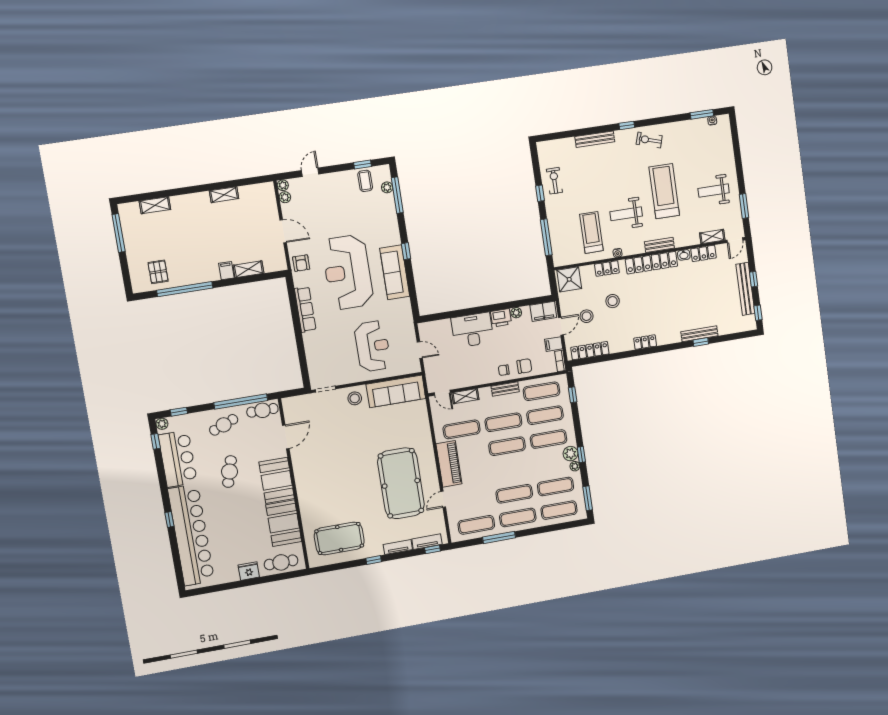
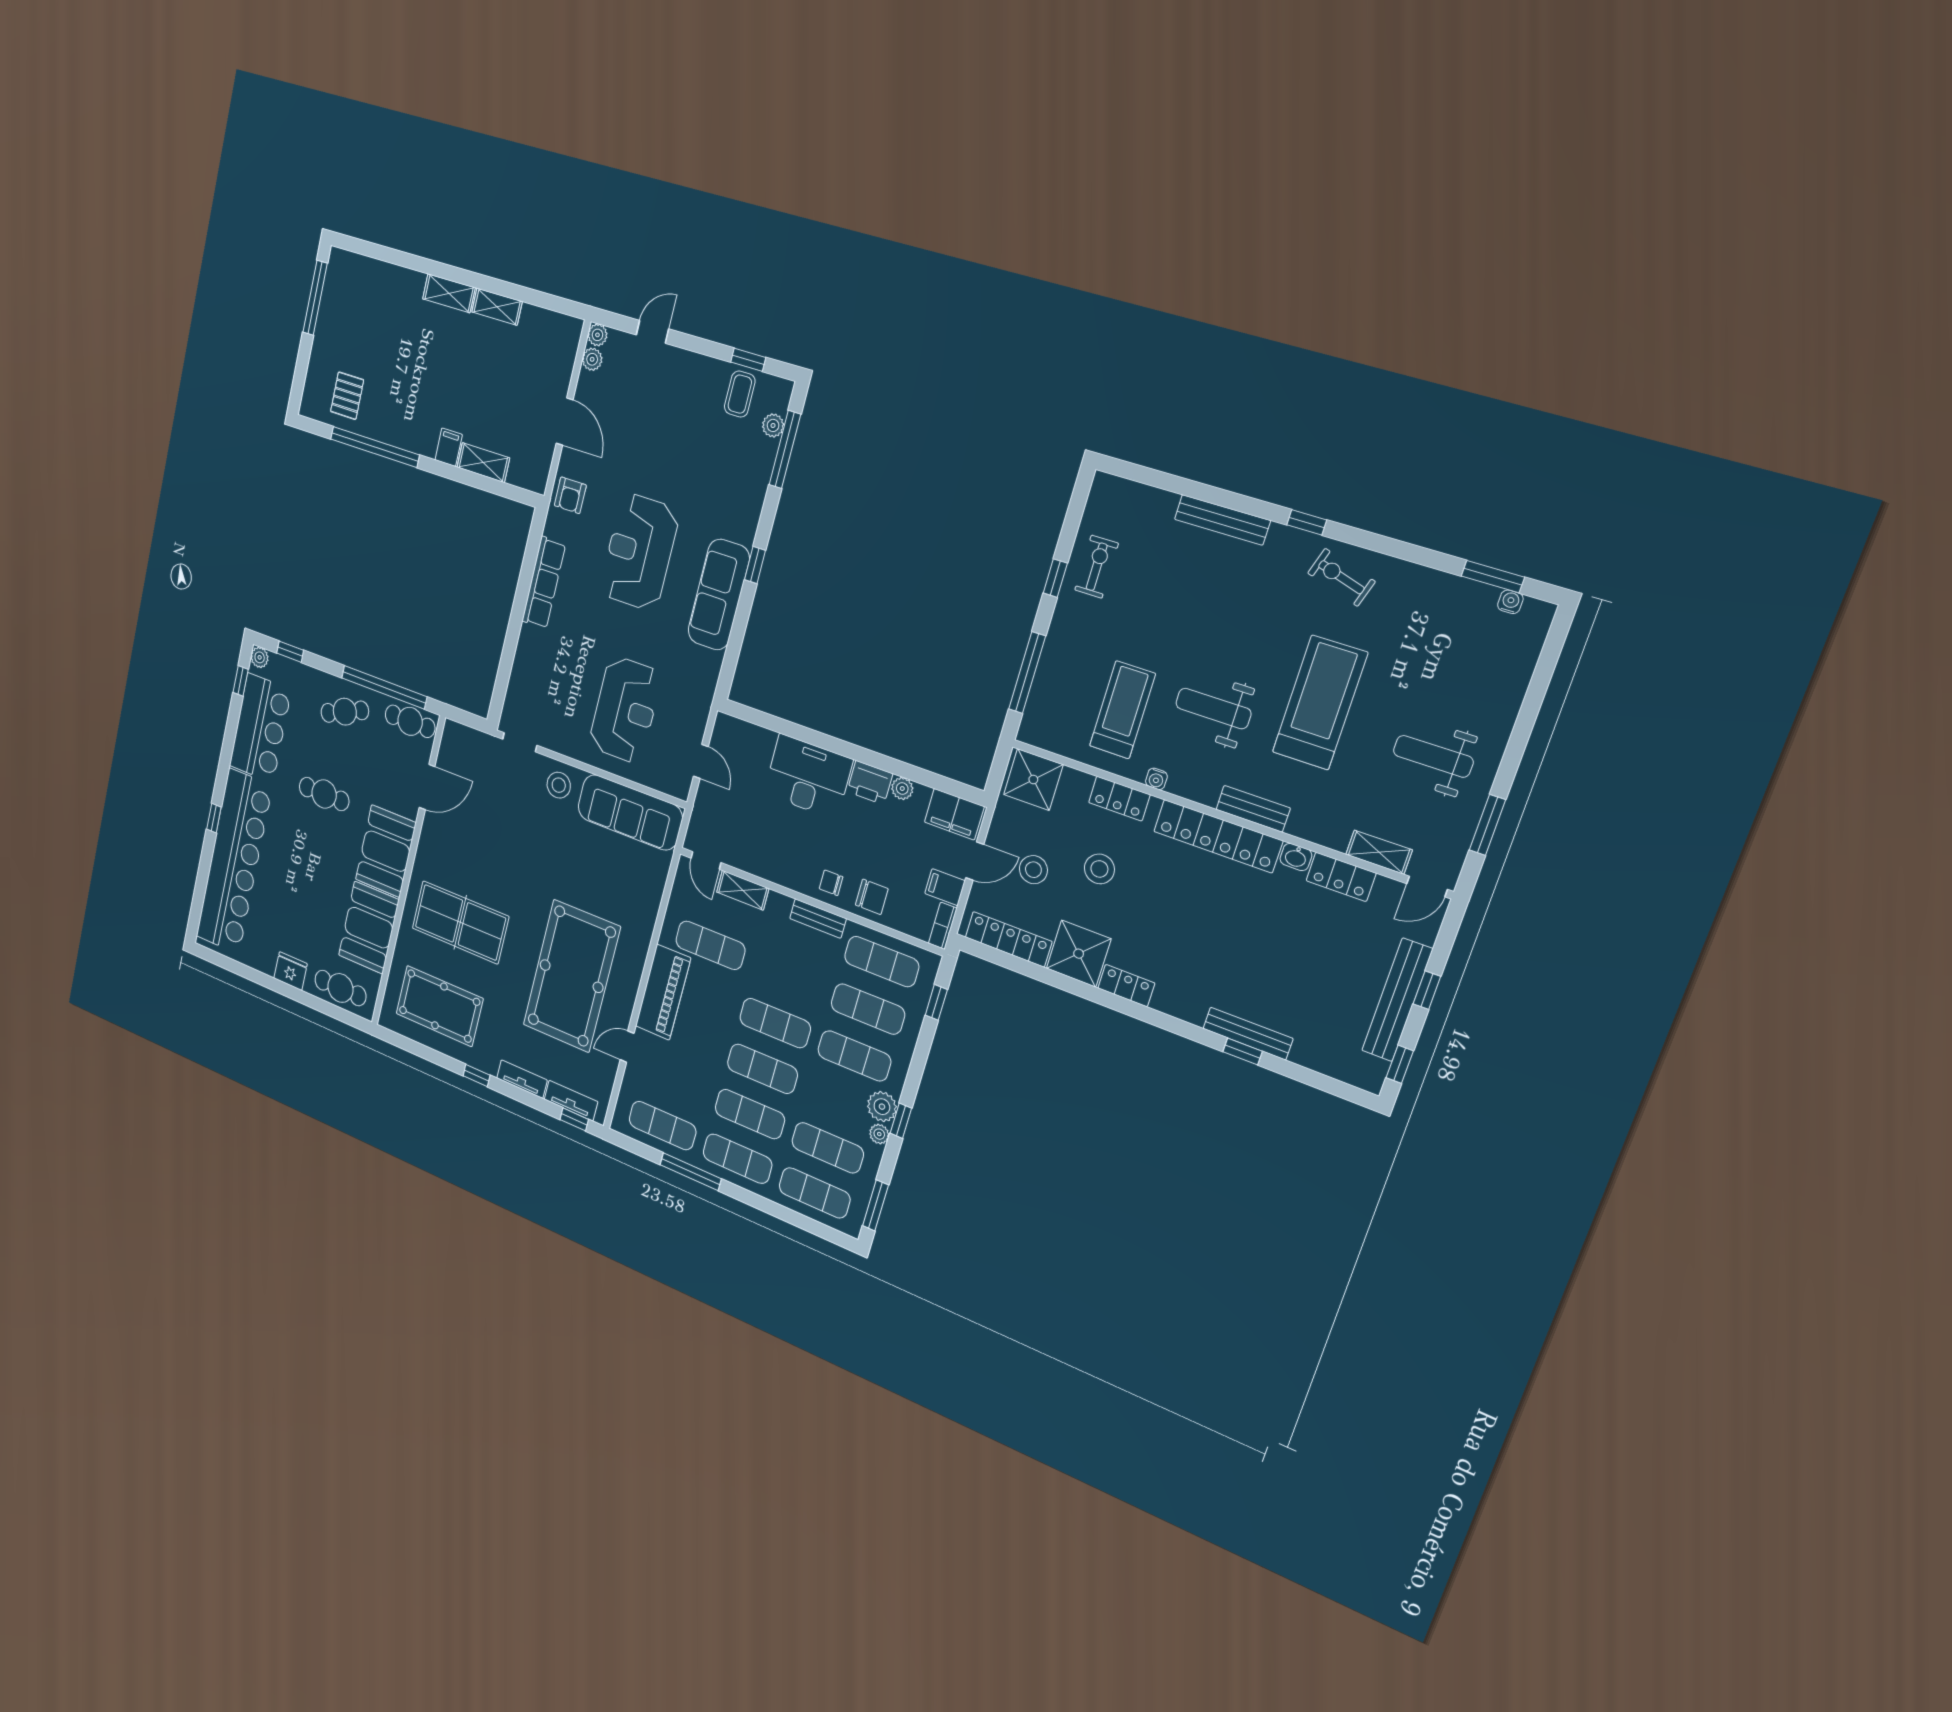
shelving: (155, 205) -> (449, 293), moved
reception desk: (348, 272) -> (639, 552), width x0.74, depth x0.77
shower: (621, 340) -> (1079, 954), added
exercise mat: (503, 422) -> (762, 1069), moved
cafe table: (230, 472) -> (324, 794), turned 74
table tennis table: (332, 492) -> (460, 922), added

